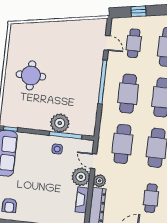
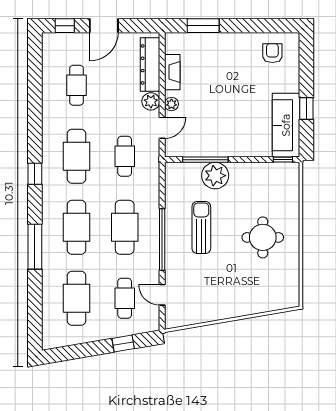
sun lounger: (74, 87) -> (201, 228), added
cafe table: (122, 144) -> (125, 156), width x0.73, depth x0.74
side table: (57, 149) -> (215, 139), removed
door: (94, 161) -> (162, 128), hinge flipped
plant: (81, 177) -> (171, 104), width x0.53, depth x0.53

